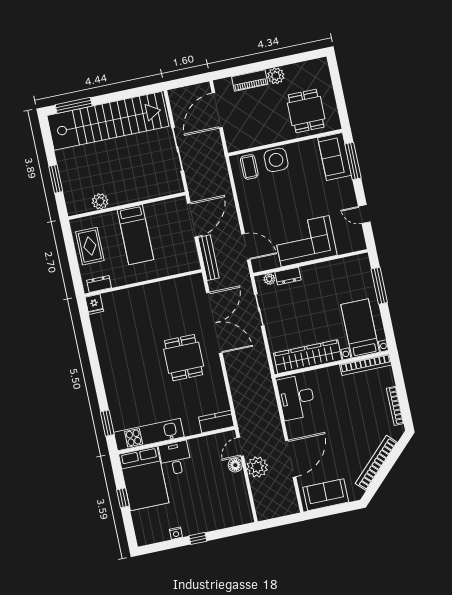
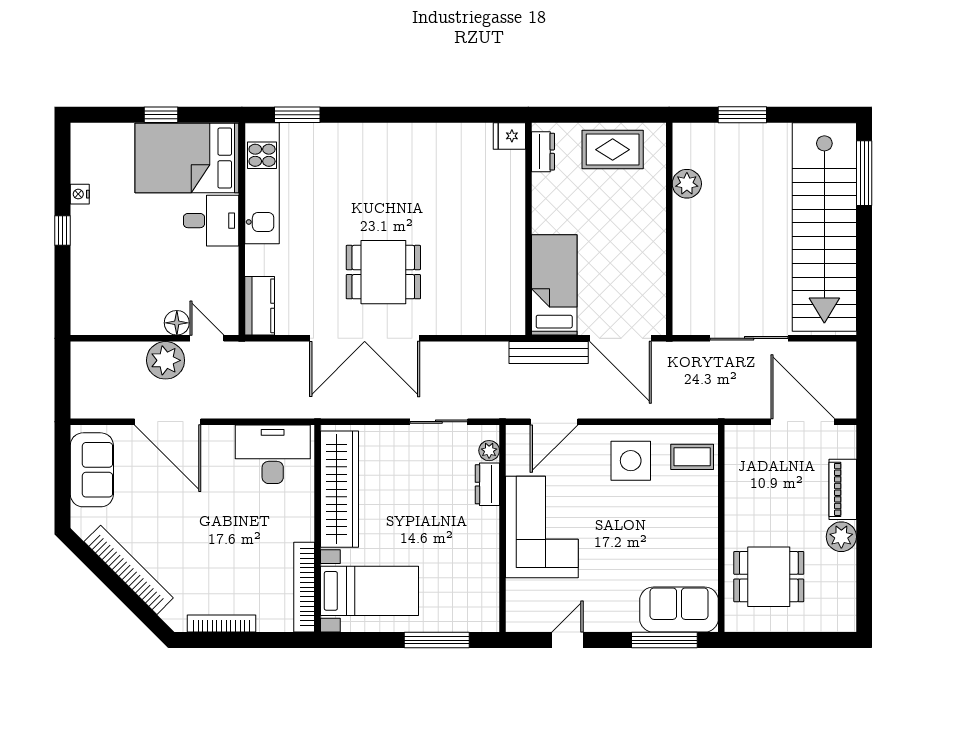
side table: (276, 160) -> (631, 461), moved
bed: (135, 235) -> (554, 285), moved, turned 90
double door: (214, 323) -> (365, 338), moved

